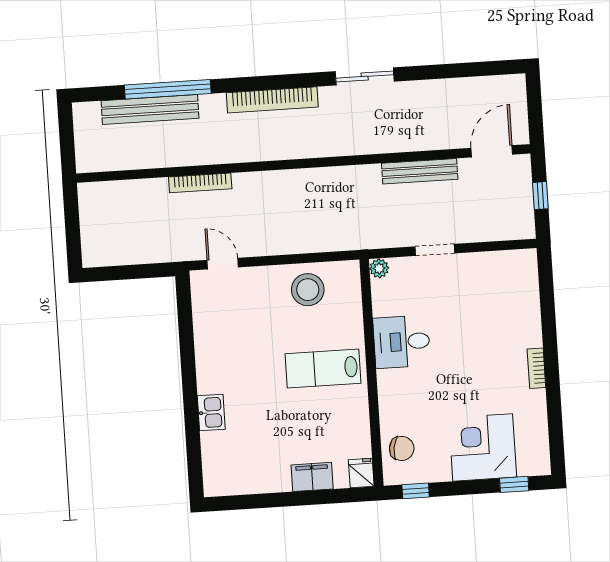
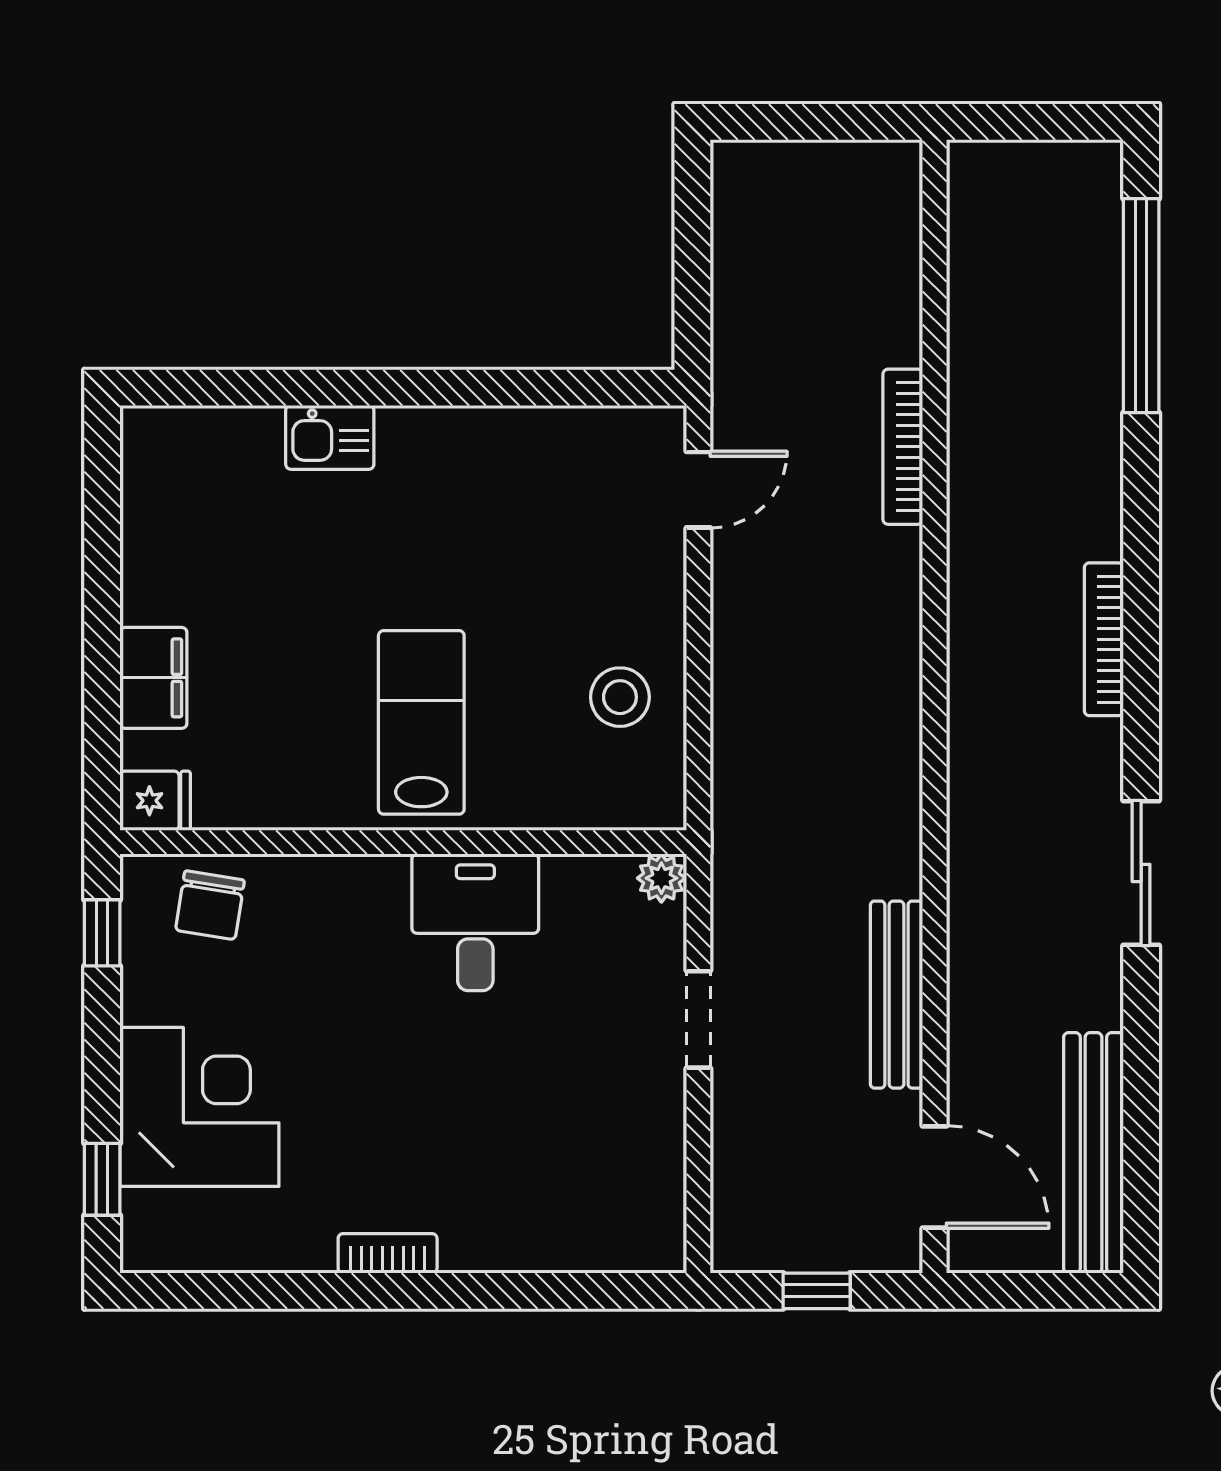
window: (168, 89) -> (1141, 306), moved
bookcase: (272, 100) -> (1104, 639), width x0.68, depth x0.76
bench: (150, 109) -> (1093, 1153), moved
stool: (308, 290) -> (620, 697), width x0.73, depth x0.73

